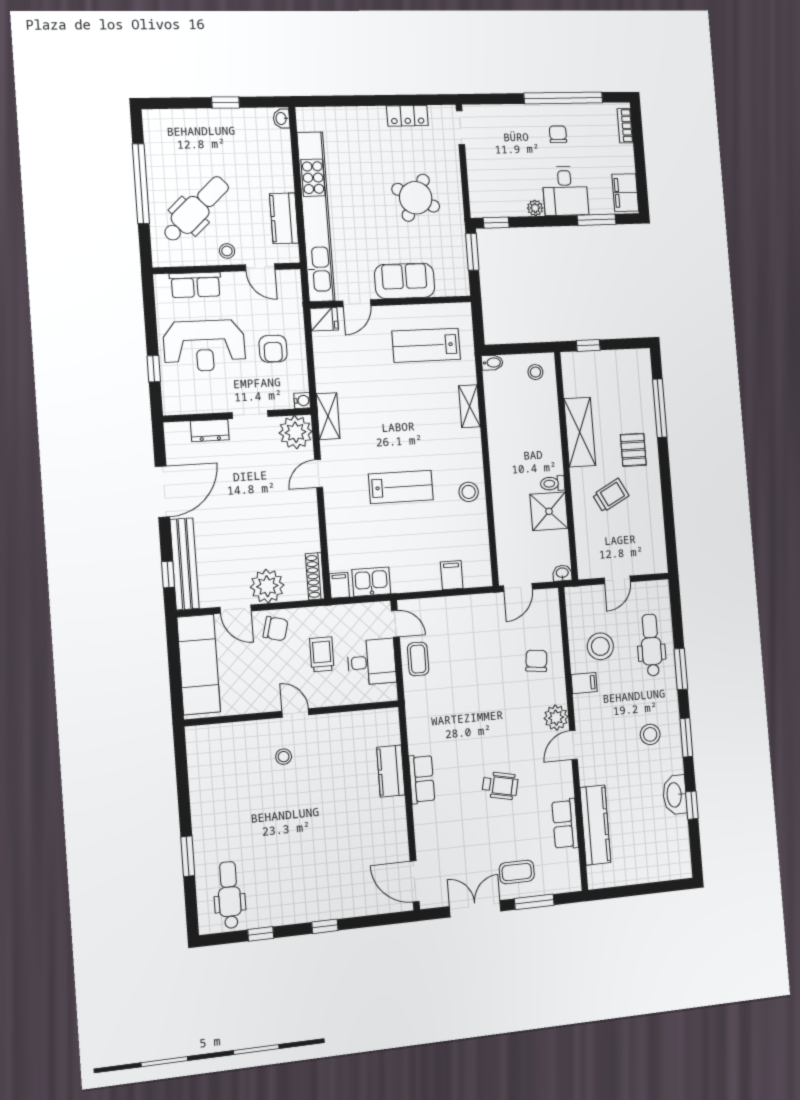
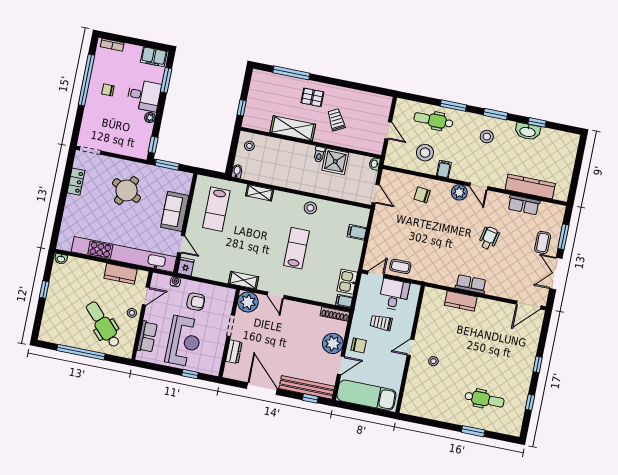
water cooler: (302, 401) -> (175, 282), moved
chair: (276, 629) -> (359, 345), turned 75
dental chair: (229, 895) -> (484, 399), moved, turned 180

